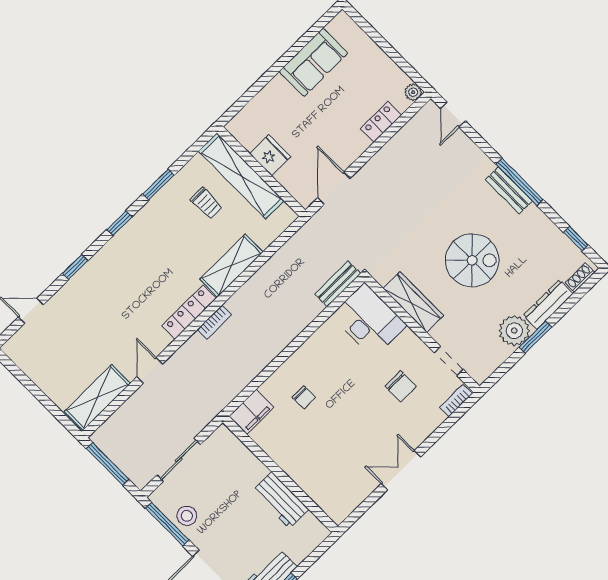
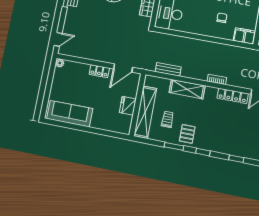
sofa: (313, 62) -> (70, 114), width x1.36
locker: (381, 122) -> (99, 71), moved
pallet: (163, 218) -> (187, 134), added
bench: (338, 284) -> (168, 69), moved
locker: (189, 312) -> (233, 96), moved

